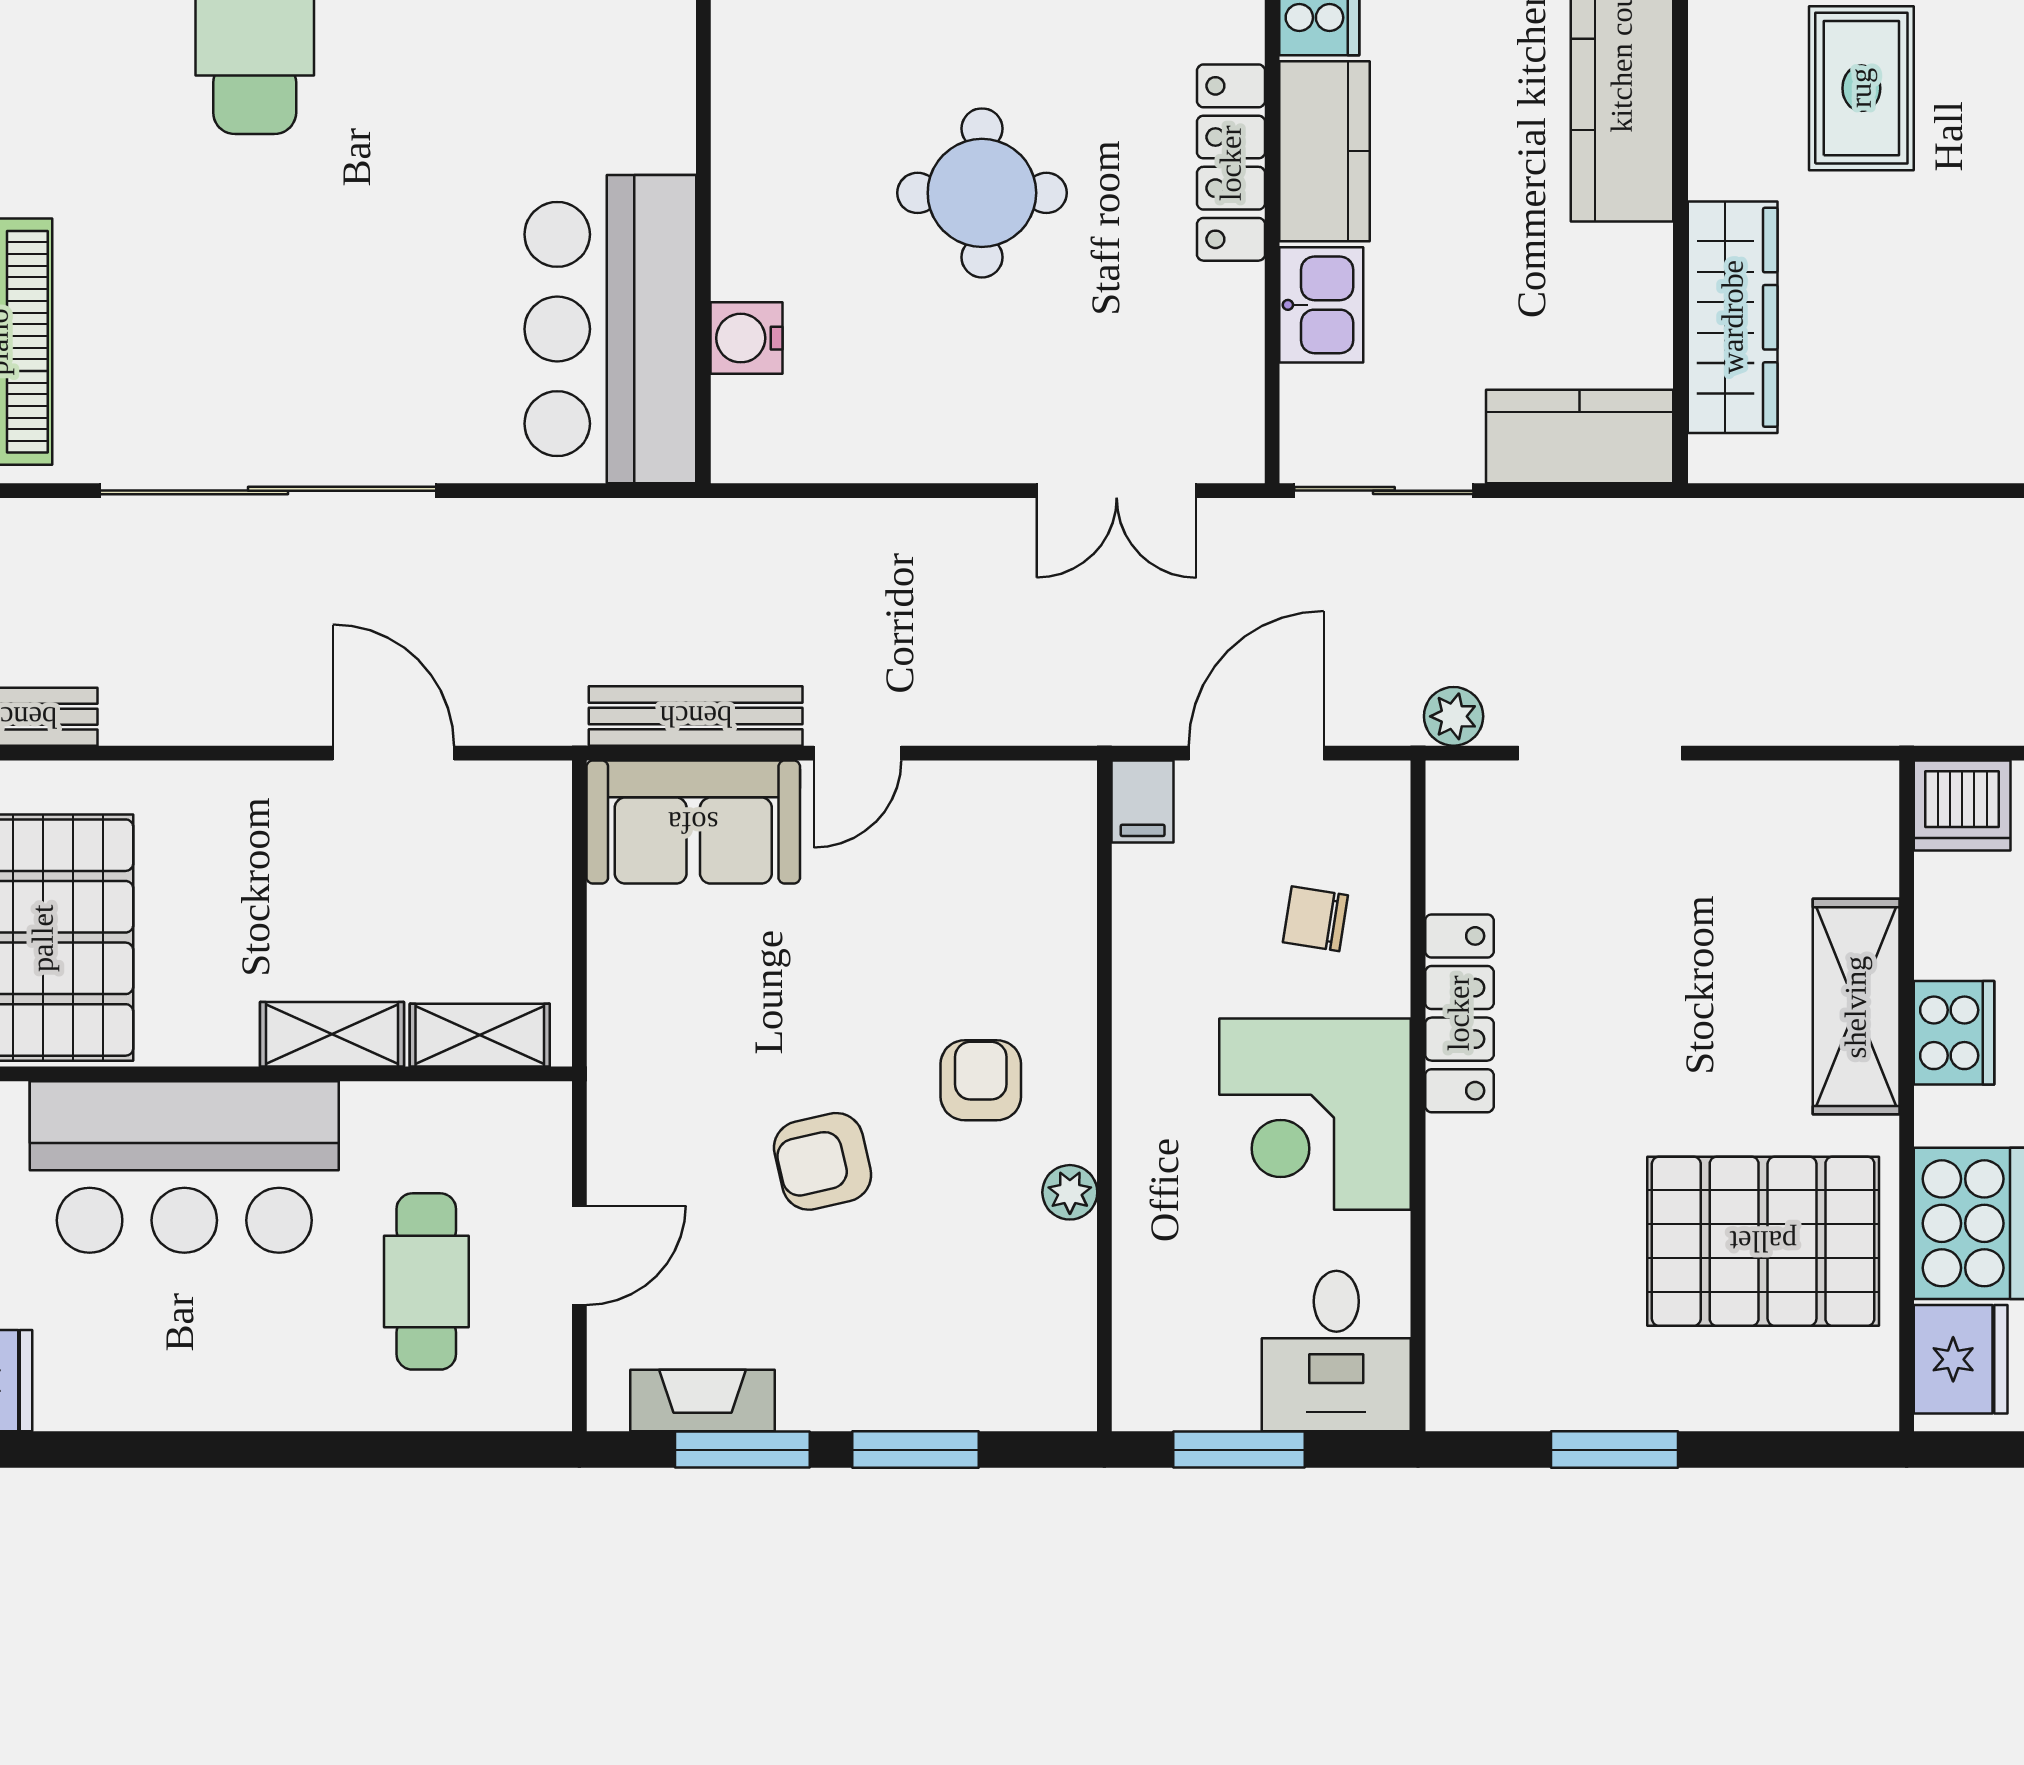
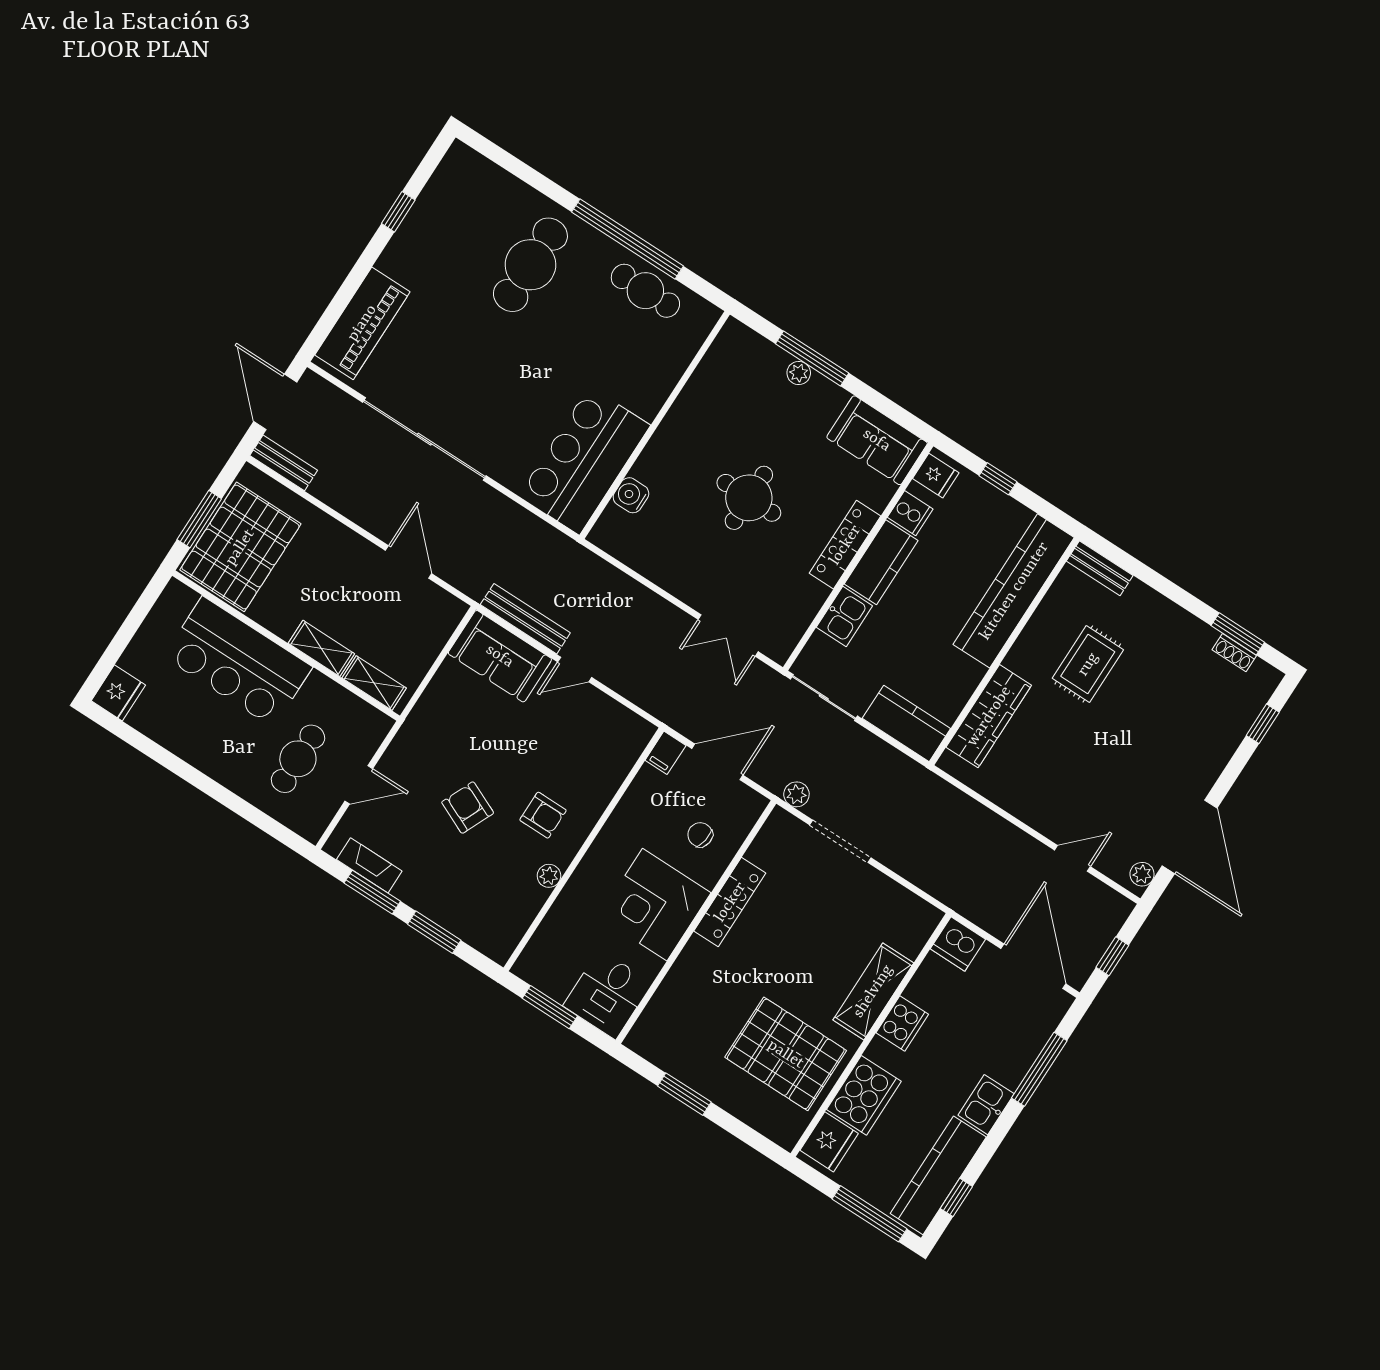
armchair: (981, 1080) -> (543, 815), turned 90
armchair: (823, 1161) -> (468, 808), turned 37

